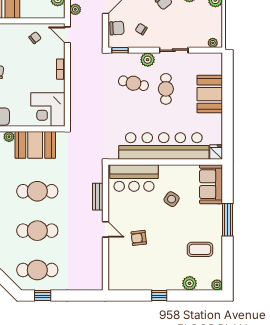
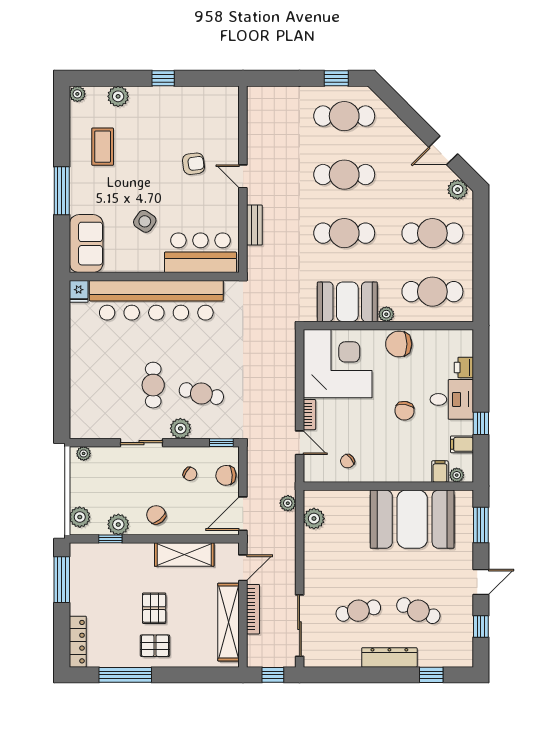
door: (67, 35) -> (300, 443), moved
booth: (210, 94) -> (88, 377), removed
corner desk: (48, 109) -> (338, 364), width x1.36, depth x1.36
coffee table: (200, 249) -> (103, 147), turned 90

